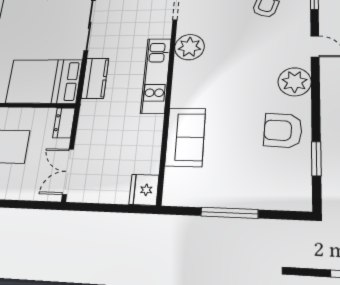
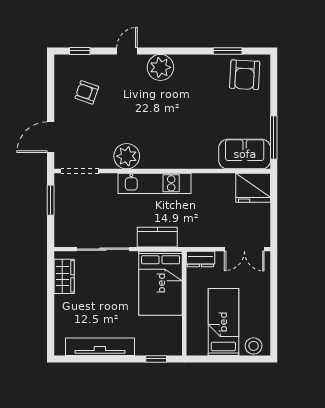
armchair: (283, 131) -> (245, 75), moved
sofa: (185, 137) -> (245, 154), moved
fridge: (144, 190) -> (253, 188), width x1.36, depth x1.34
window: (229, 213) -> (274, 138), moved

